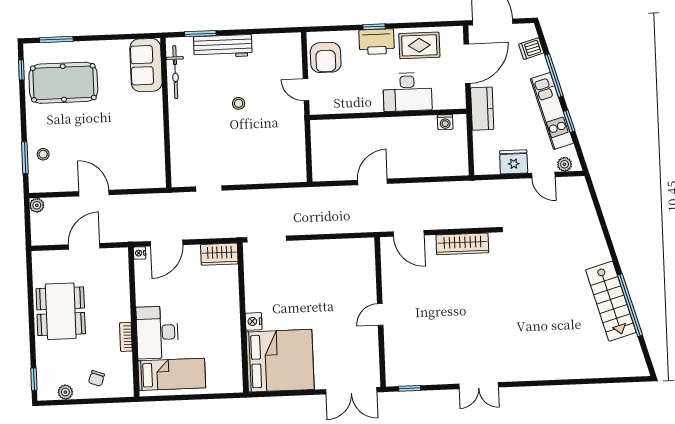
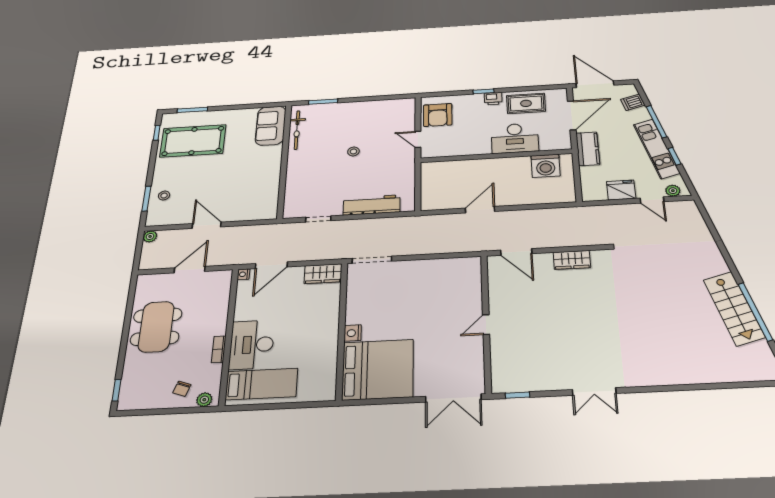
printer: (377, 42) -> (493, 99), width x0.53, depth x0.68
workbench: (223, 46) -> (372, 205), moved, turned 180
washing machine: (445, 122) -> (546, 166), width x1.89, depth x1.89
wardrobe: (462, 244) -> (572, 260), width x0.67
plant: (65, 392) -> (204, 400), moved

